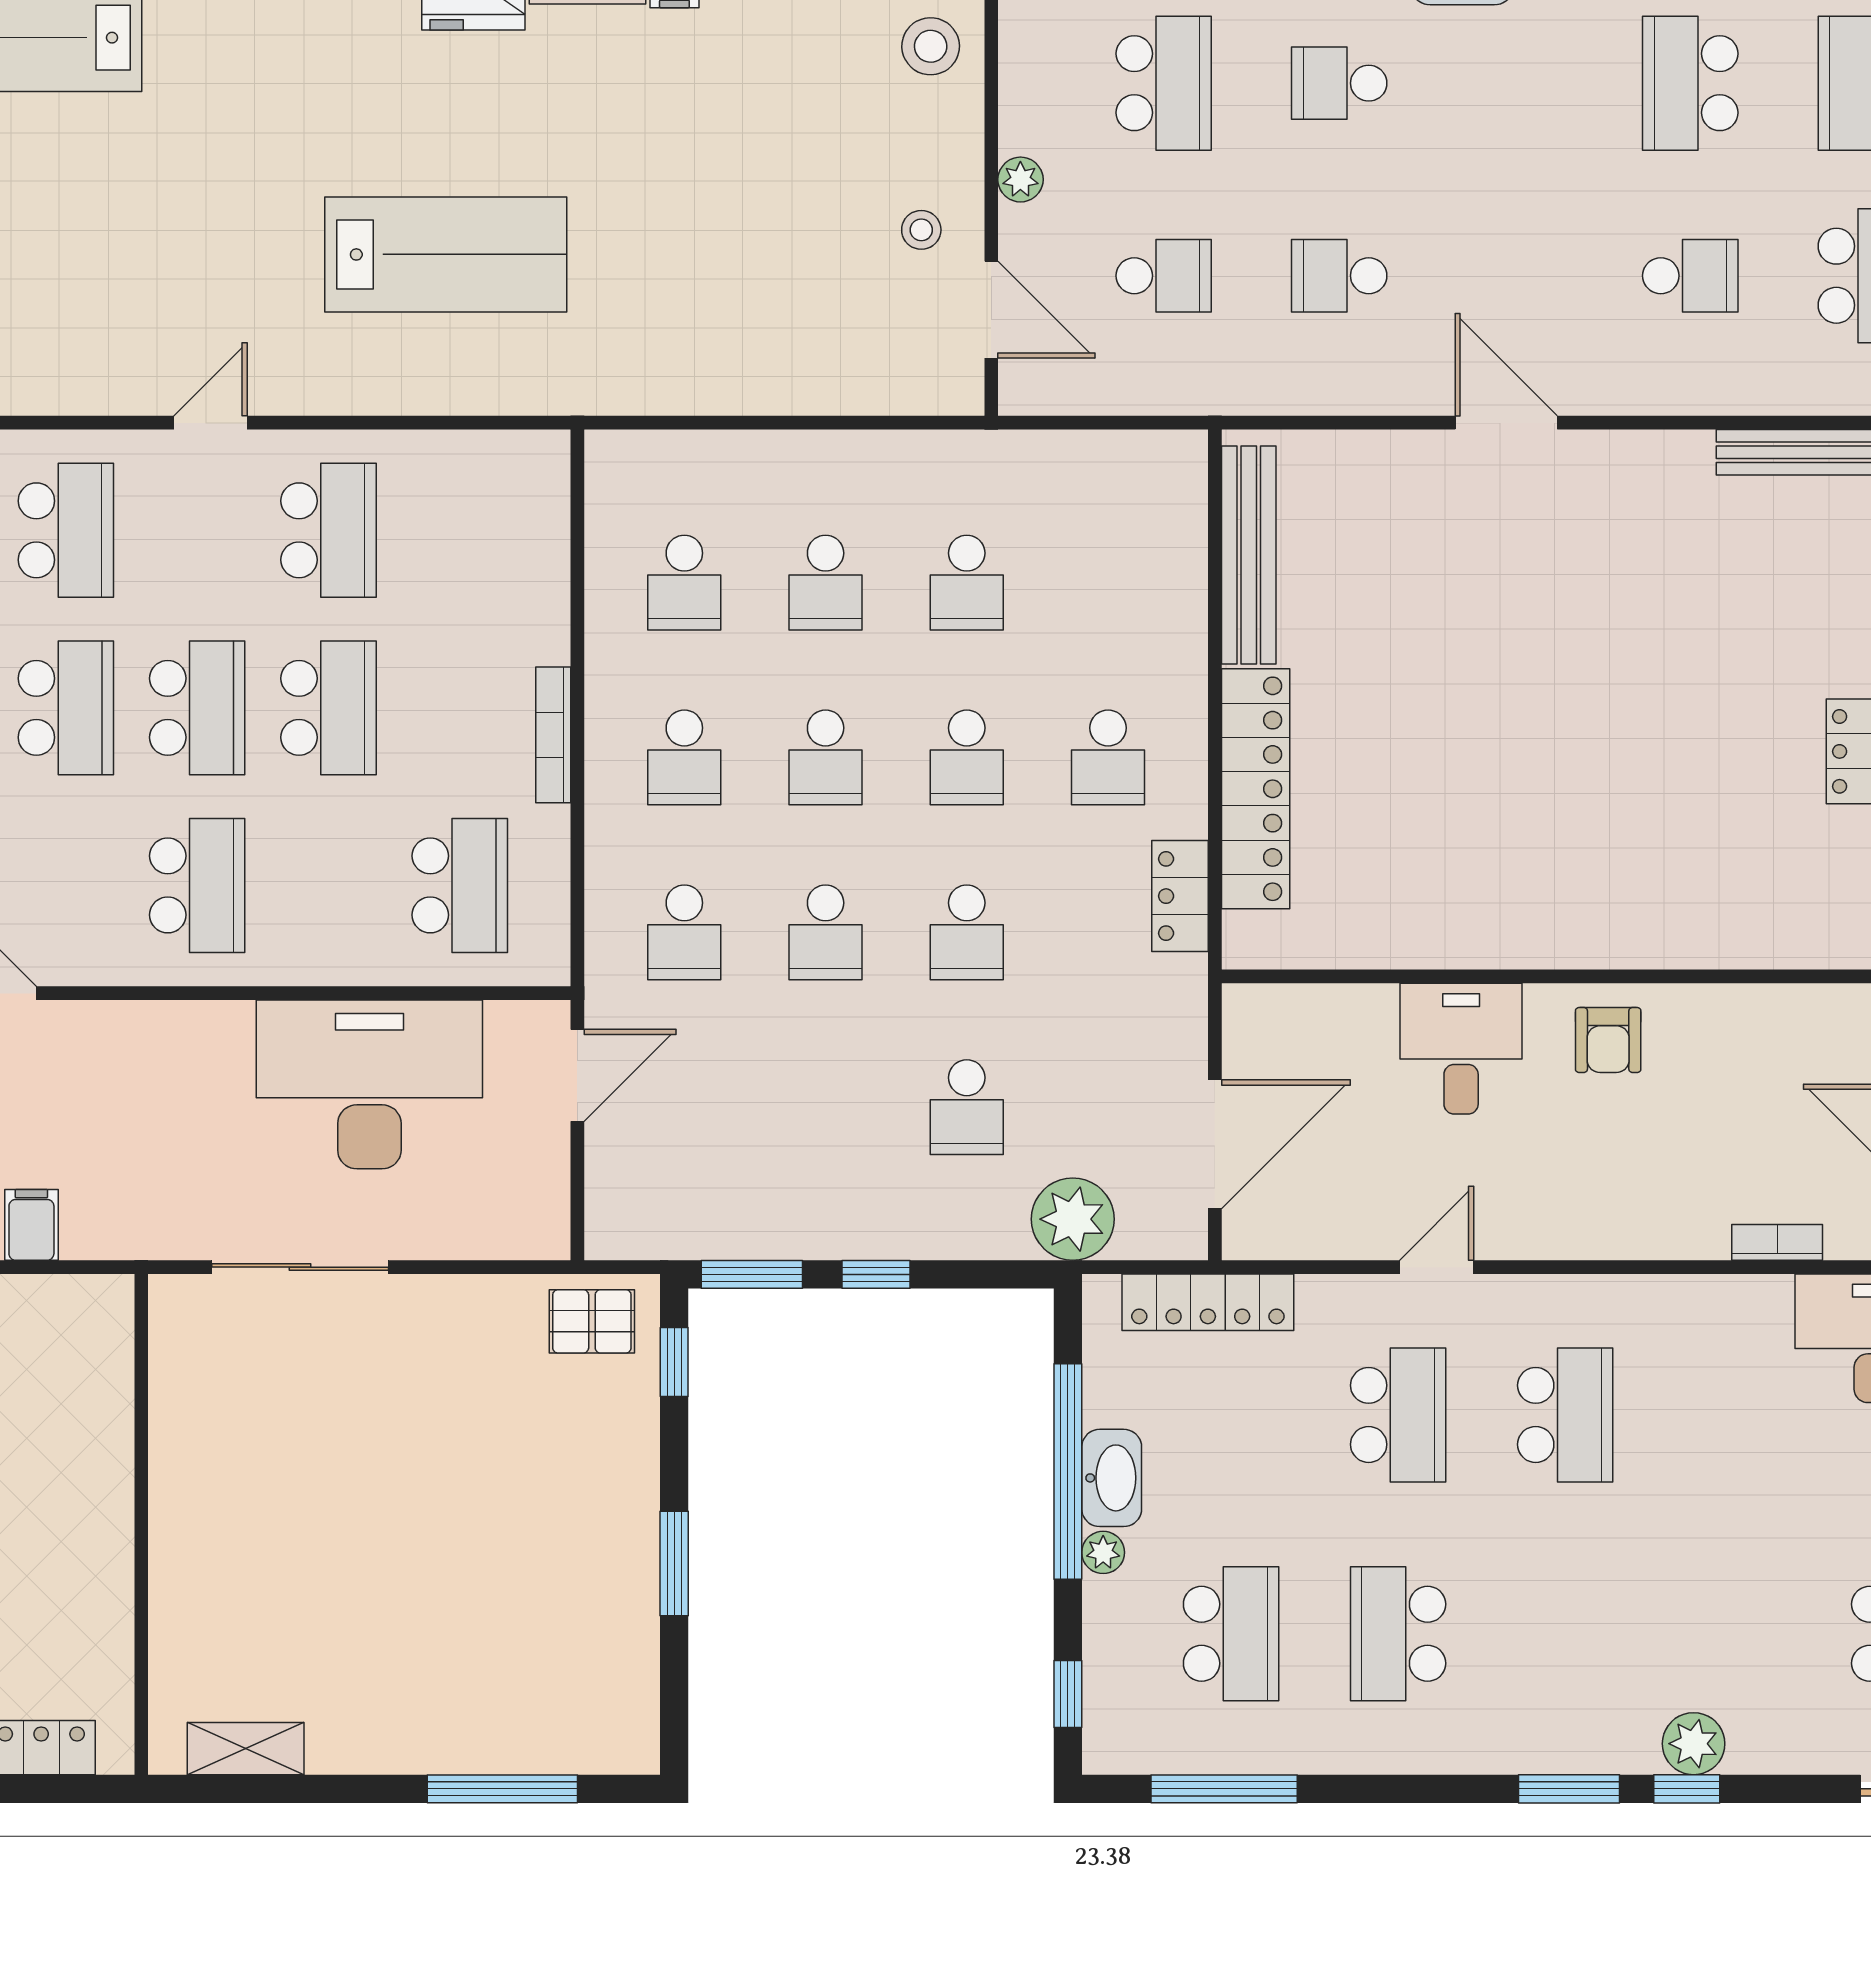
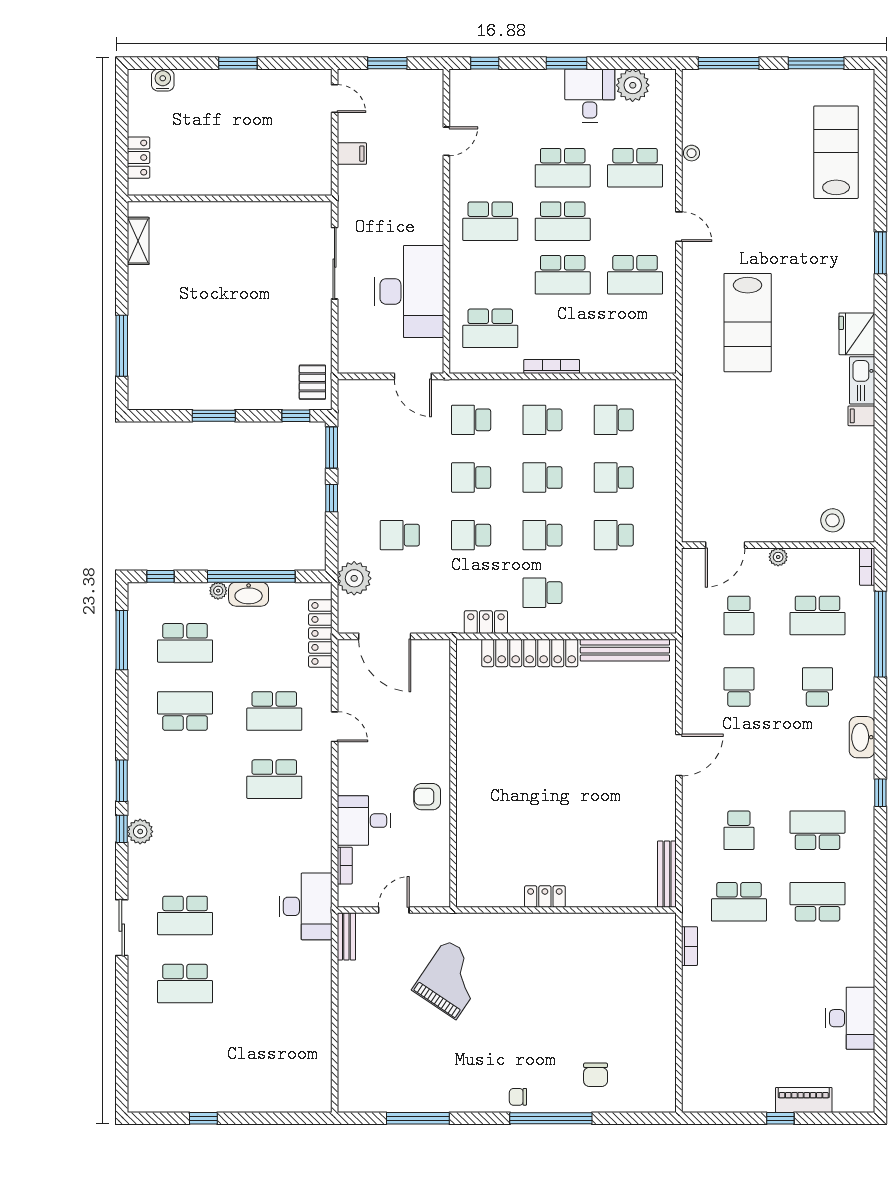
stool: (921, 230) -> (692, 153), moved
desk: (1461, 1049) -> (364, 821), moved, turned 180

